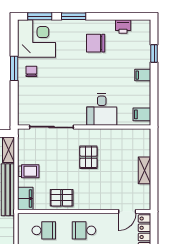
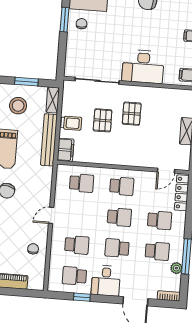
desk: (102, 109) -> (143, 67), width x1.37
pallet: (62, 198) -> (103, 120), moved, turned 90
school desk: (84, 230) -> (122, 186), turned 180

